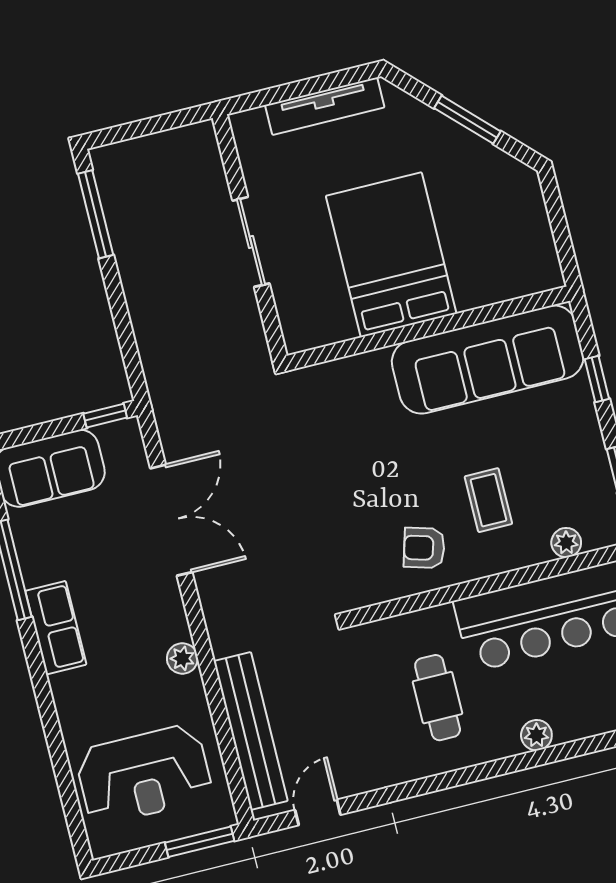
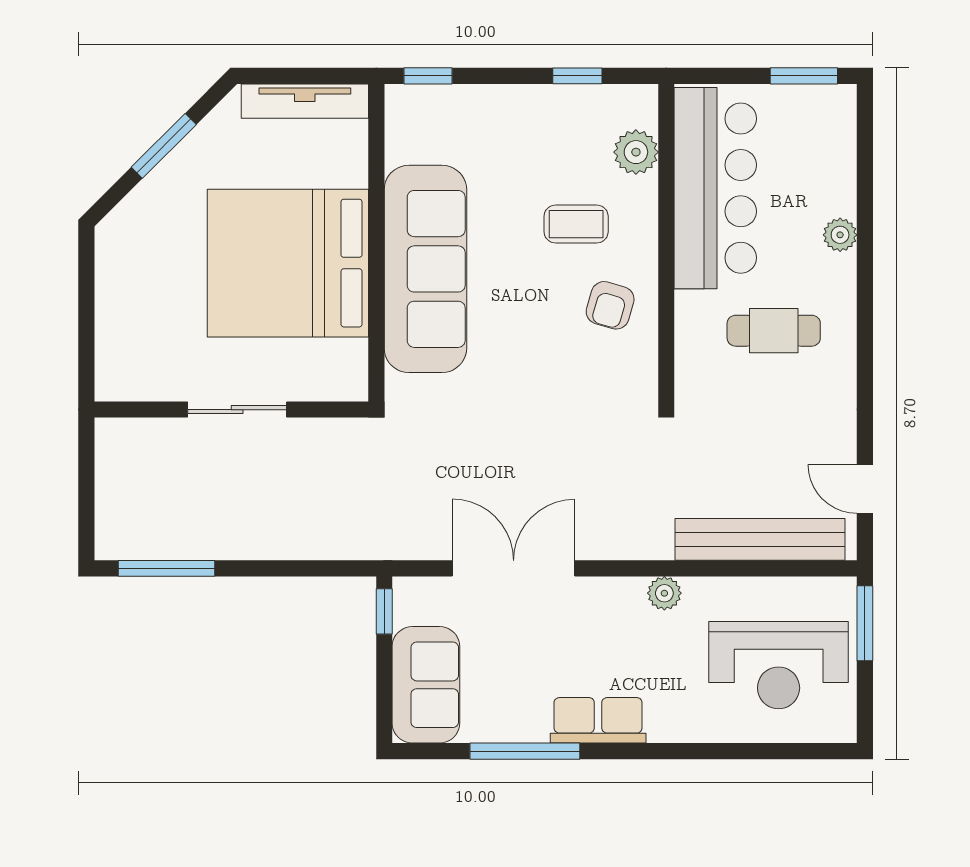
tv unit: (325, 106) -> (305, 101), moved, turned 90
bed: (391, 255) -> (288, 263), width x1.36
sofa: (488, 359) -> (425, 269), moved
window: (597, 379) -> (428, 76), moved
plant: (566, 543) -> (636, 152), width x1.38, depth x1.38
reception desk: (144, 775) -> (779, 665), turned 90

